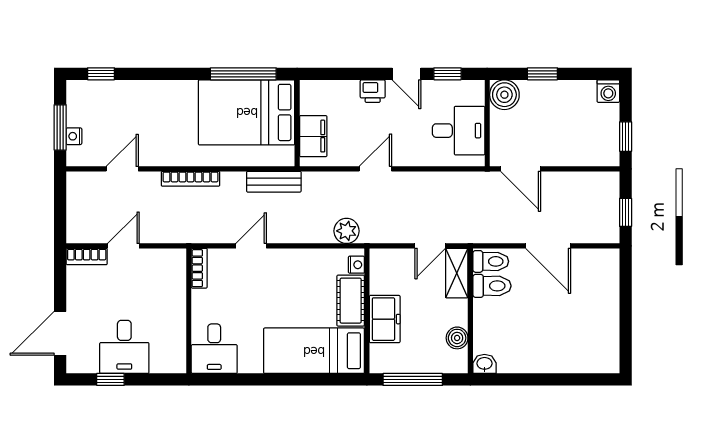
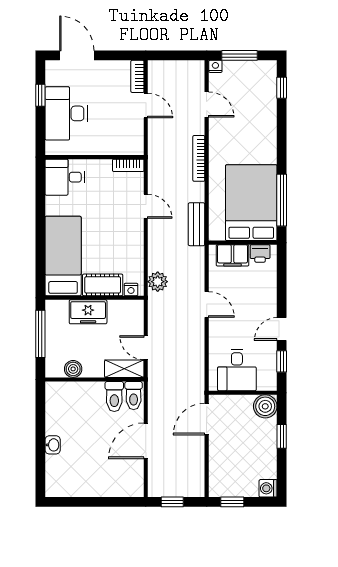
printer: (373, 91) -> (260, 253), moved, turned -90
nightstand: (74, 136) -> (215, 66), moved
desk: (124, 347) -> (66, 113), width x1.37
washbasin: (484, 364) -> (53, 445), moved

